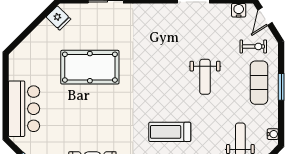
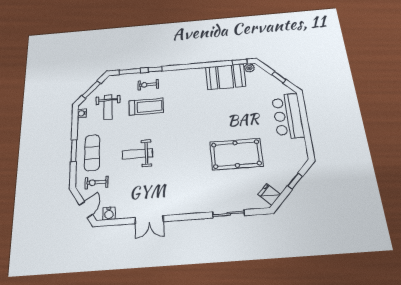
window: (28, 31) -> (295, 181), added
weight bench: (205, 77) -> (137, 154), turned -90
treadmill: (170, 132) -> (146, 107), moved

